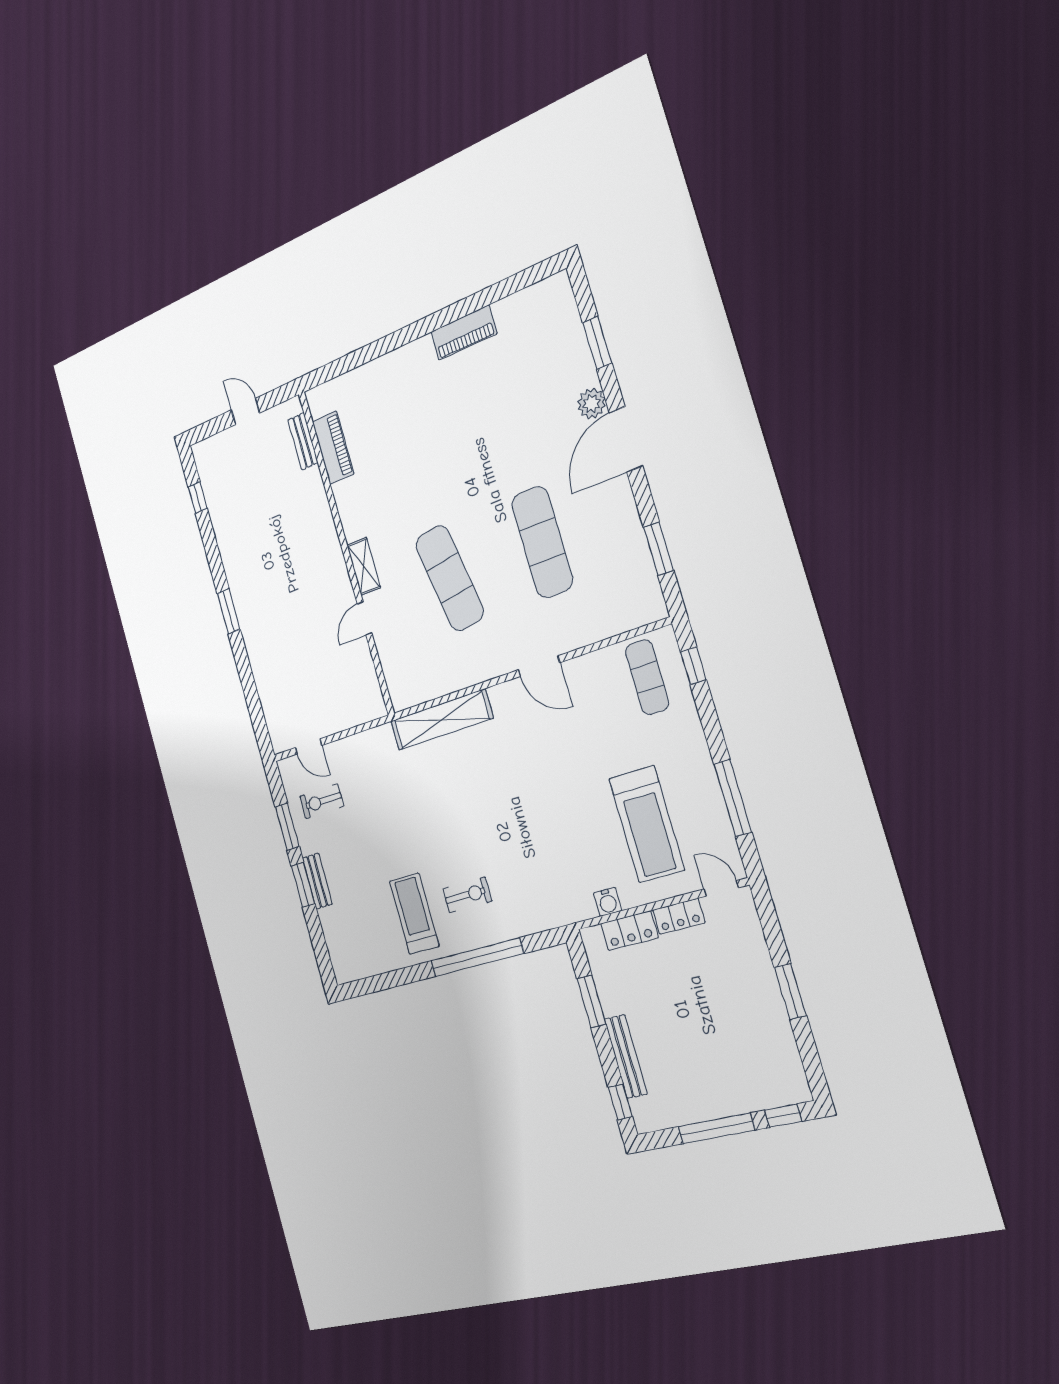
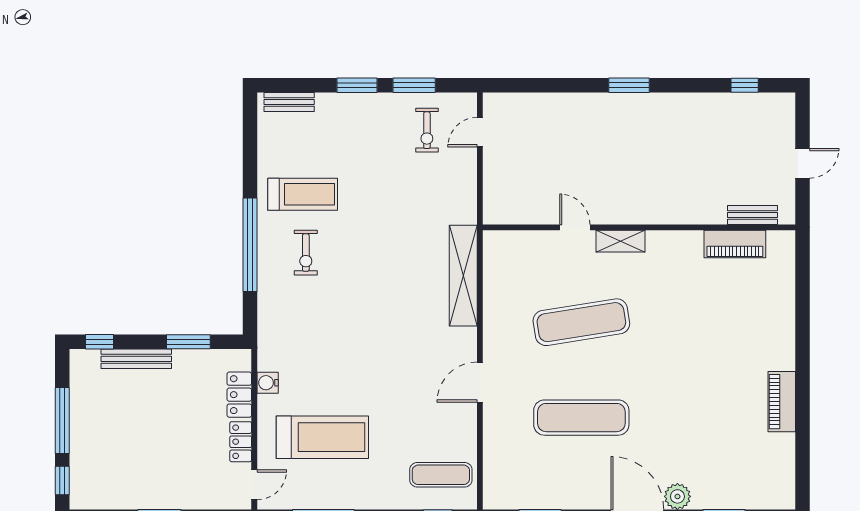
exercise bike: (322, 801) -> (427, 130), turned 180
treadmill: (647, 824) -> (322, 437), turned 180
bench: (317, 881) -> (289, 102), moved

